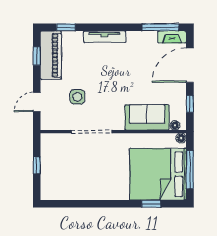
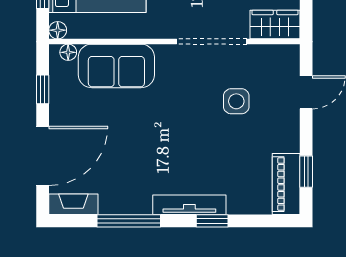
window: (66, 27) -> (212, 221), moved
window: (160, 27) -> (129, 221), moved
piano: (51, 55) -> (286, 184), width x0.73, depth x0.75
wardrobe: (55, 141) -> (275, 25), added

